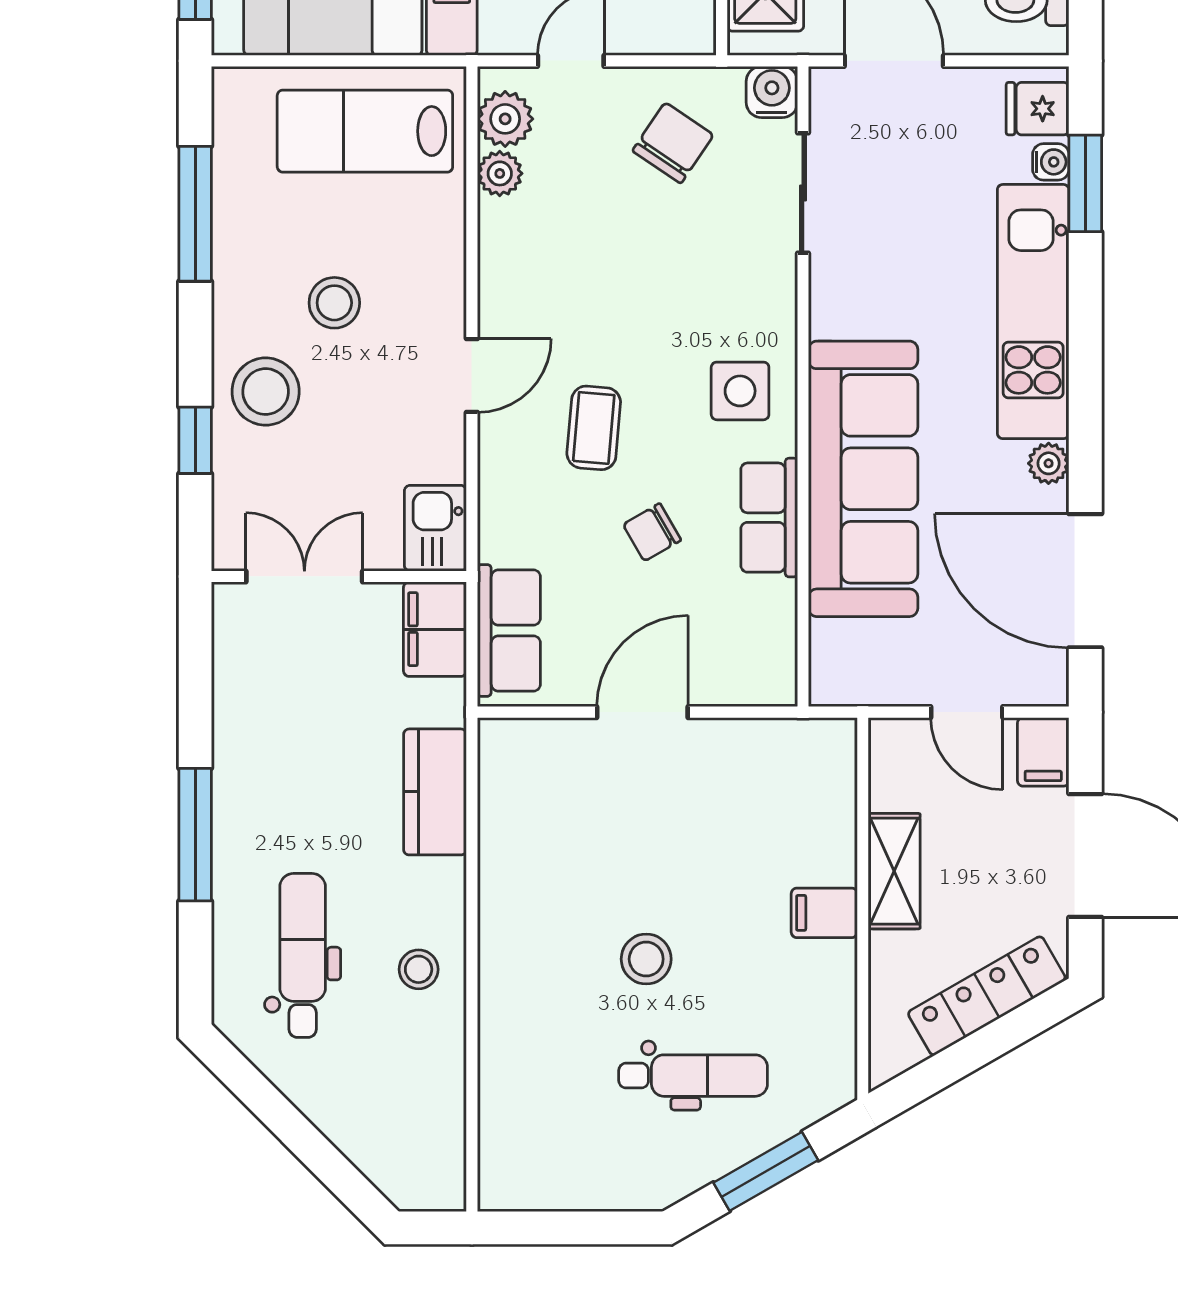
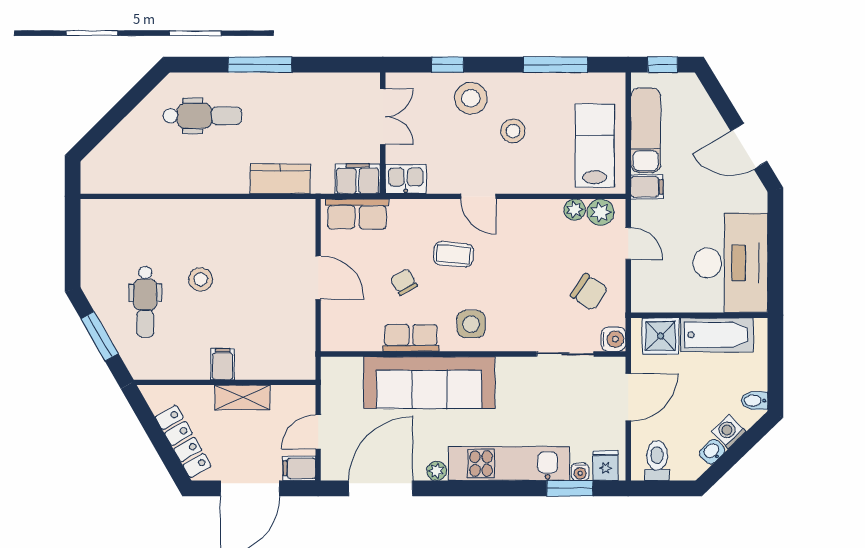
stool: (419, 969) -> (196, 171), removed

